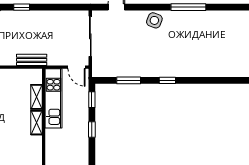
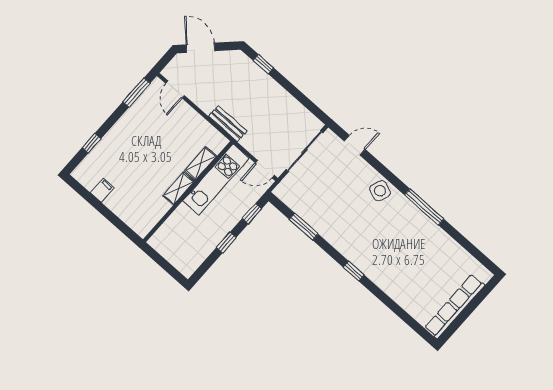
door: (77, 67) -> (265, 169), hinge flipped
window: (167, 80) -> (354, 271), moved

